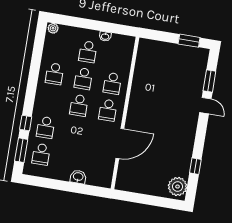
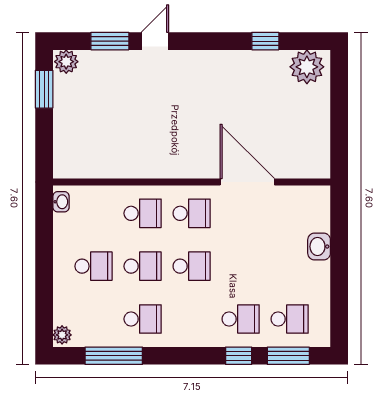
washbasin: (105, 36) -> (61, 202), moved
window: (37, 55) -> (114, 356), added
plant: (202, 55) -> (66, 62), added

